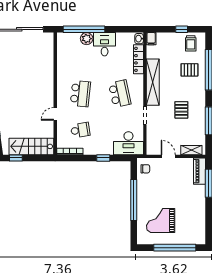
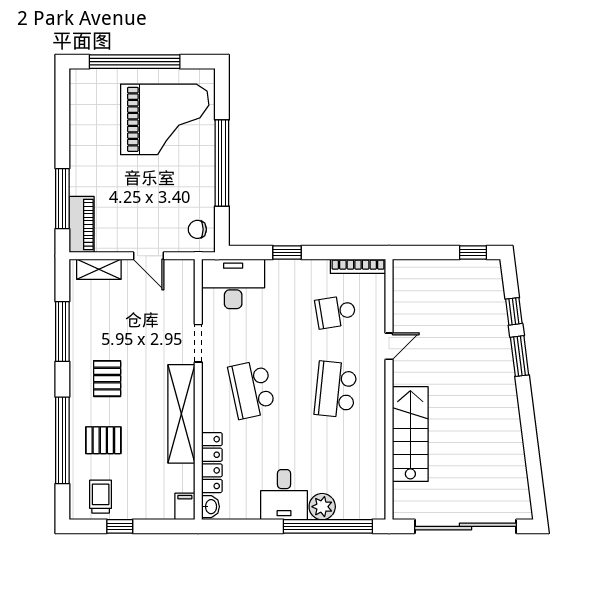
pallet: (181, 110) -> (107, 379), moved
stairs: (31, 146) -> (410, 434), moved, turned -90
grand piano: (161, 221) -> (165, 119), width x1.37, depth x1.48

